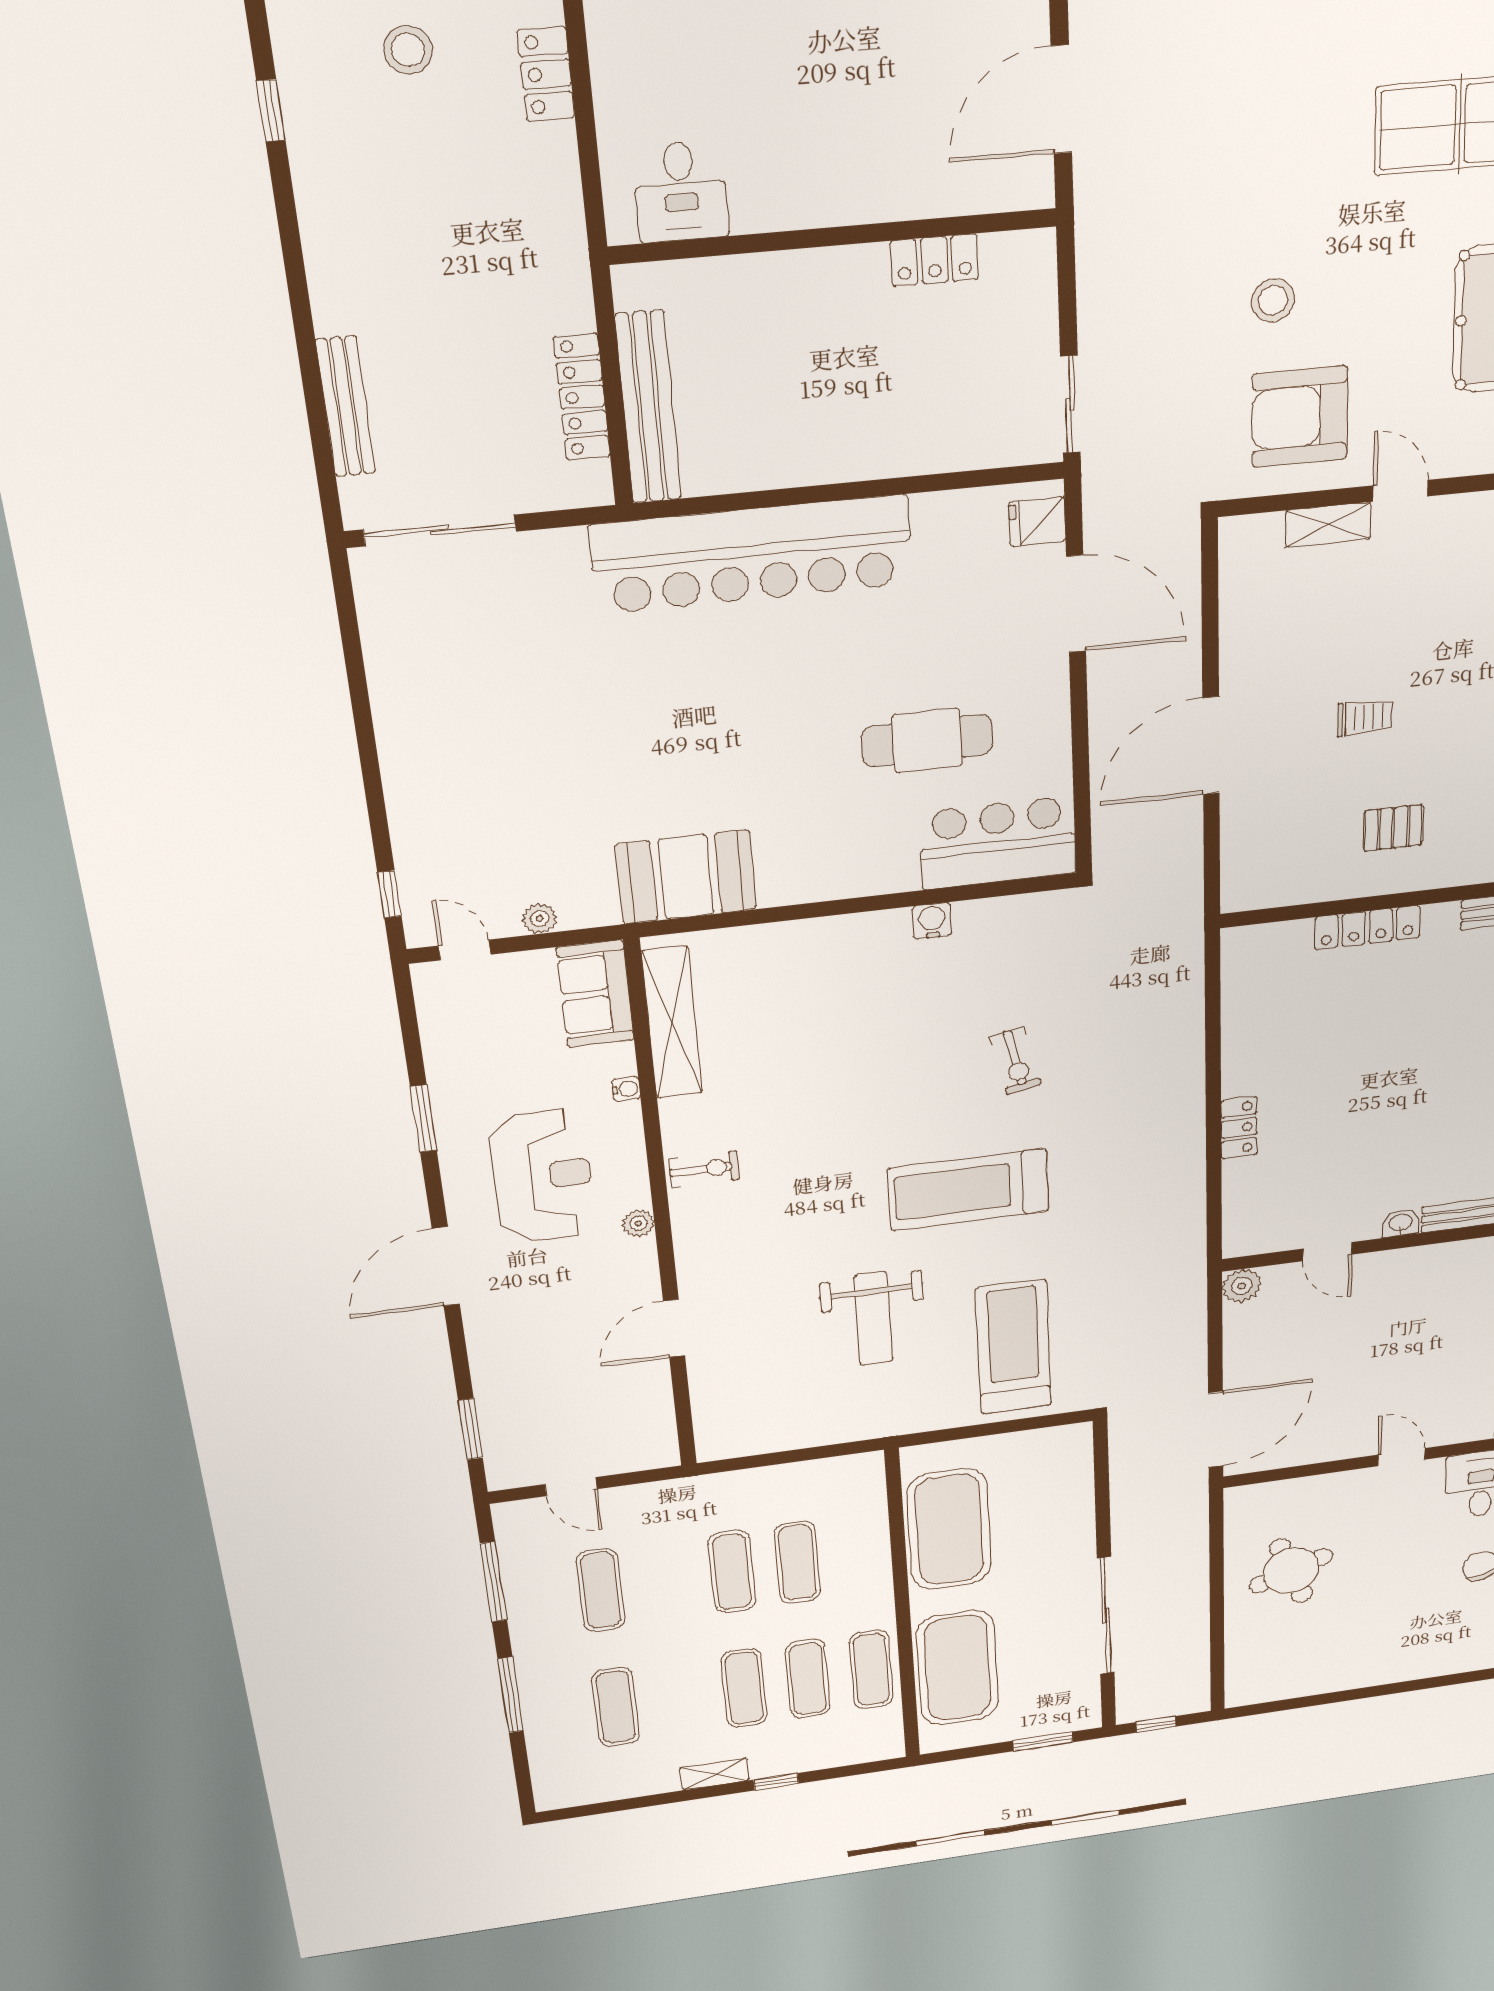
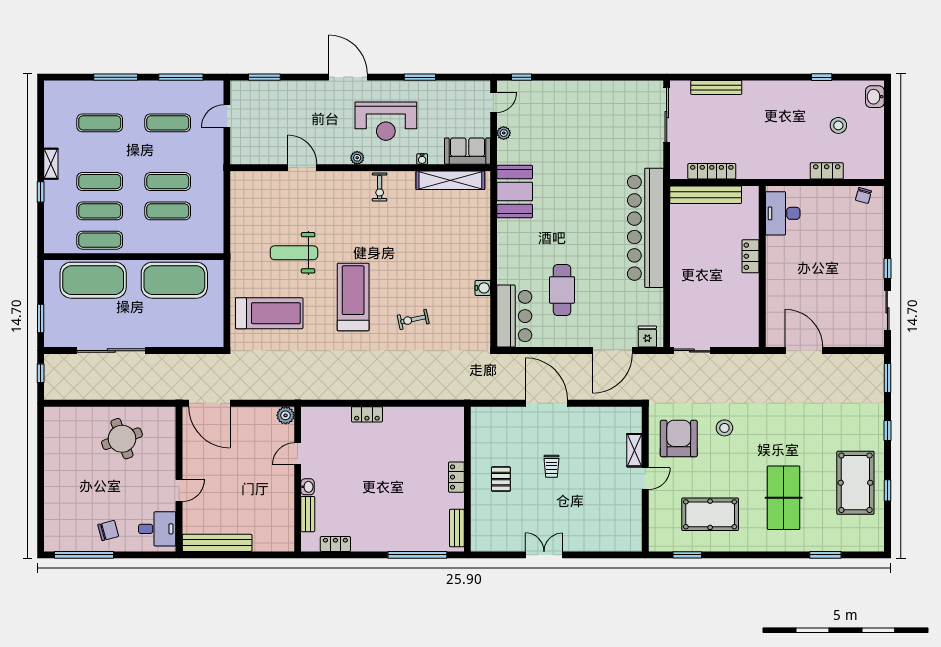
desk: (681, 192) -> (783, 213), width x1.37
locker: (934, 260) -> (751, 256), moved
locker: (1367, 927) -> (456, 477), width x0.66

